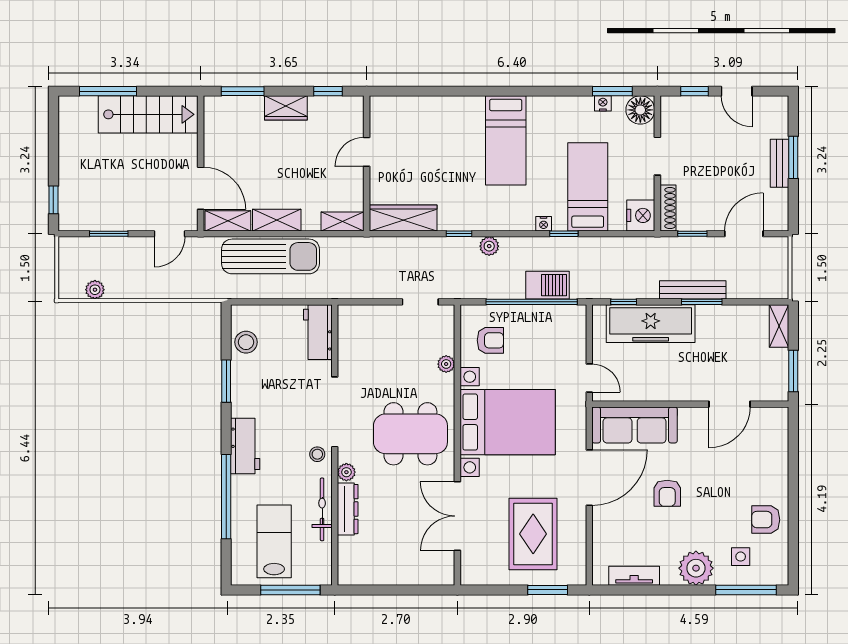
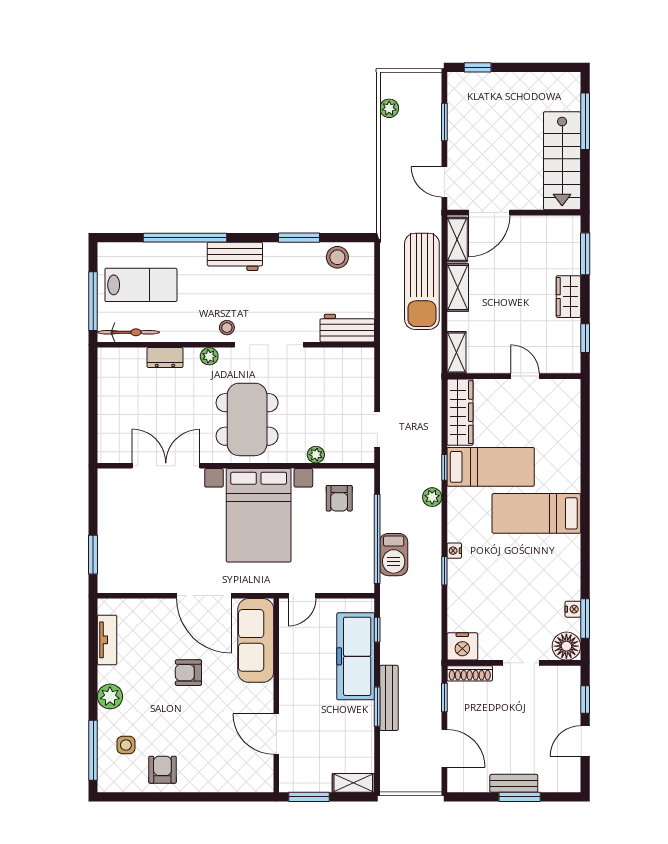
bed: (588, 187) -> (491, 467), moved
bicycle: (322, 509) -> (128, 332), moved
dresser: (348, 509) -> (165, 358), width x0.70
rug: (533, 534) -> (148, 540), removed
plant: (696, 568) -> (110, 696), width x0.73, depth x0.73

